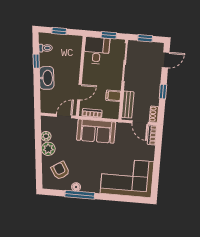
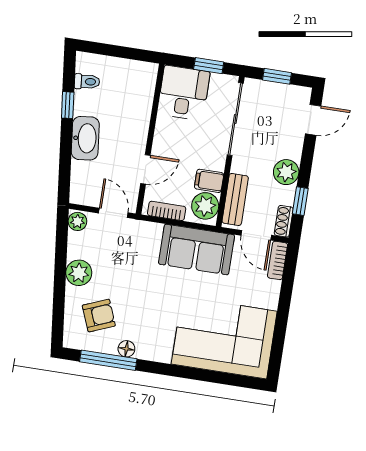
window: (59, 31) -> (115, 51), removed
plant: (153, 88) -> (286, 172), added
window: (163, 92) -> (300, 201), moved
plant: (112, 109) -> (205, 206), added
door: (64, 116) -> (113, 213), hinge flipped
sofa: (96, 131) -> (197, 249), moved
plant: (46, 136) -> (77, 221), moved
armchair: (60, 171) -> (99, 316), turned 100
window: (80, 195) -> (108, 360), moved

